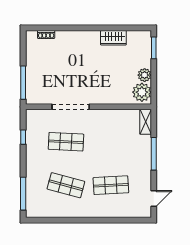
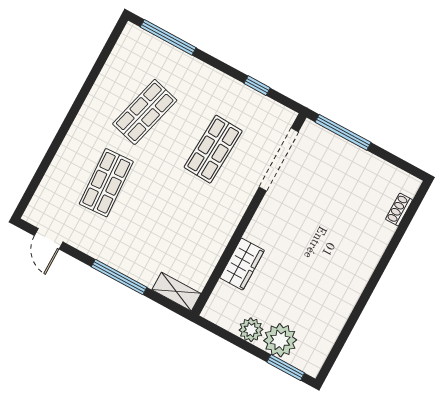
wardrobe: (113, 38) -> (242, 264), moved, turned 180
plant: (142, 92) -> (280, 340), moved
doorway: (71, 107) -> (279, 159), moved

